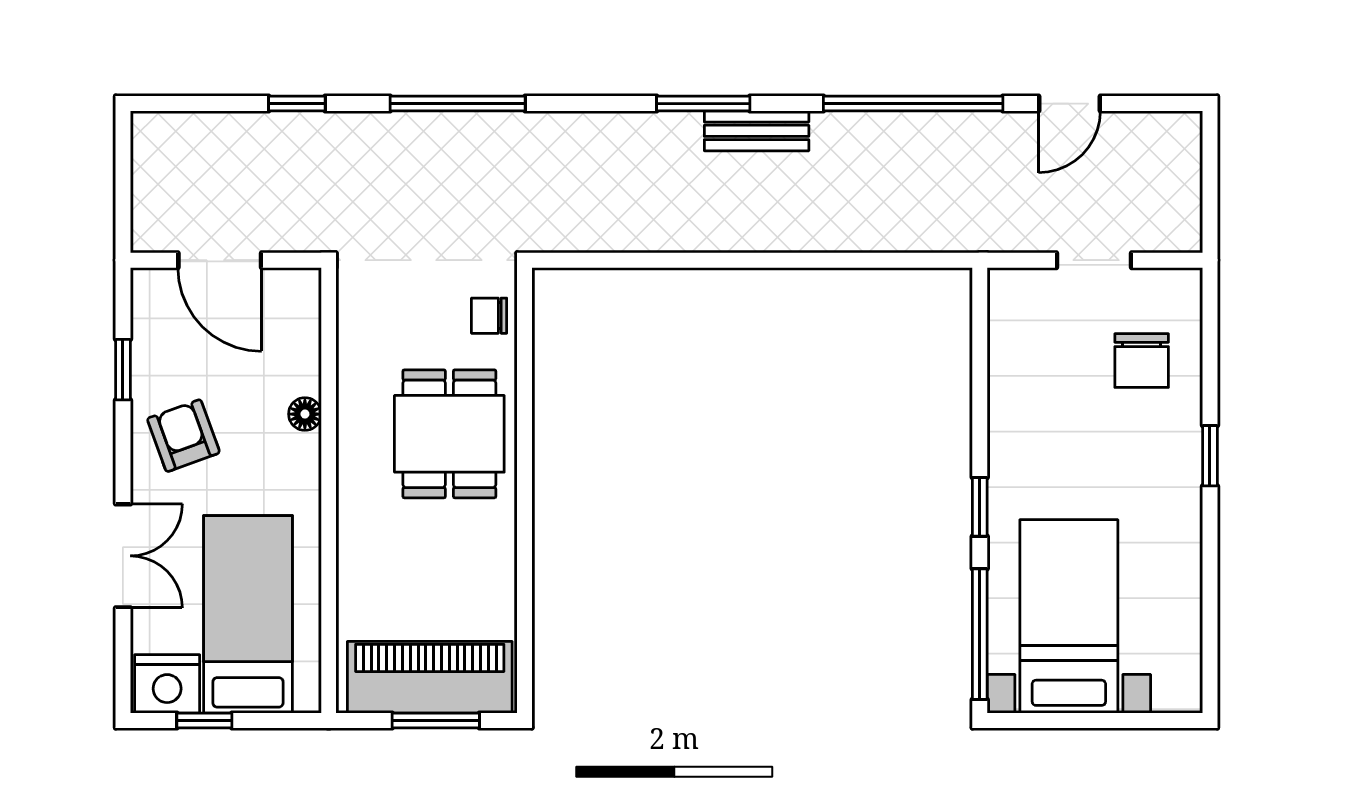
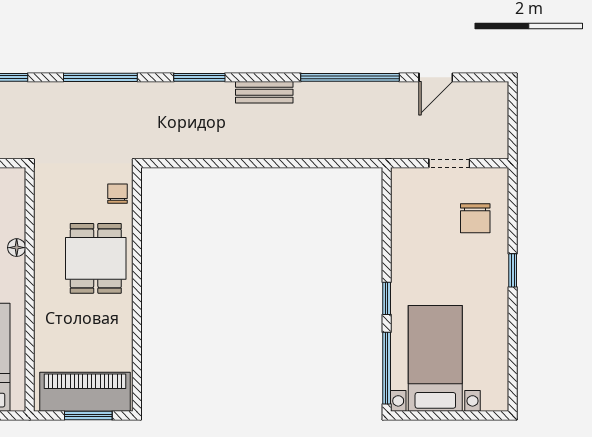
window: (703, 104) -> (199, 77), moved
chair: (489, 316) -> (118, 194), turned 90

